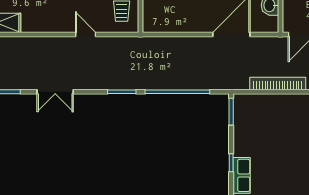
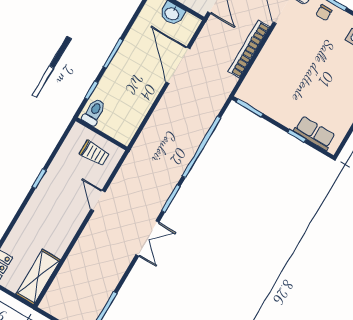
door: (86, 34) -> (98, 201), hinge flipped
double door: (55, 92) -> (147, 238), moved

